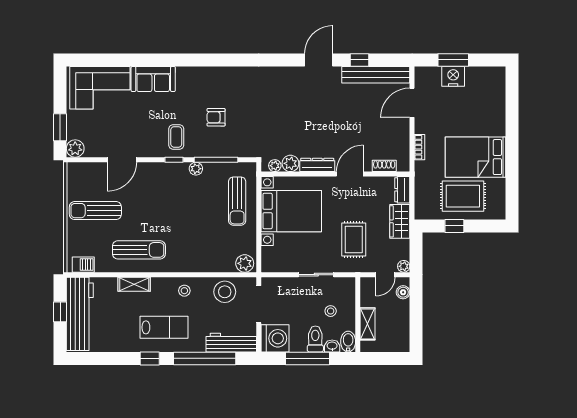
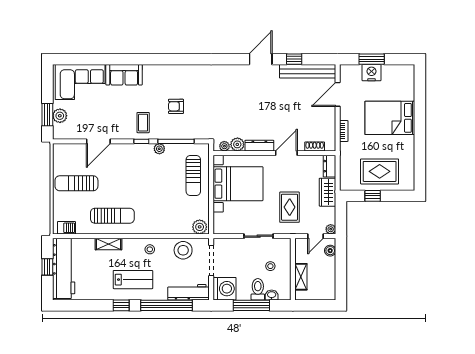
plant: (75, 149) -> (60, 116), moved
bed: (475, 157) -> (390, 118), moved
bidet: (348, 342) -> (285, 291), removed

